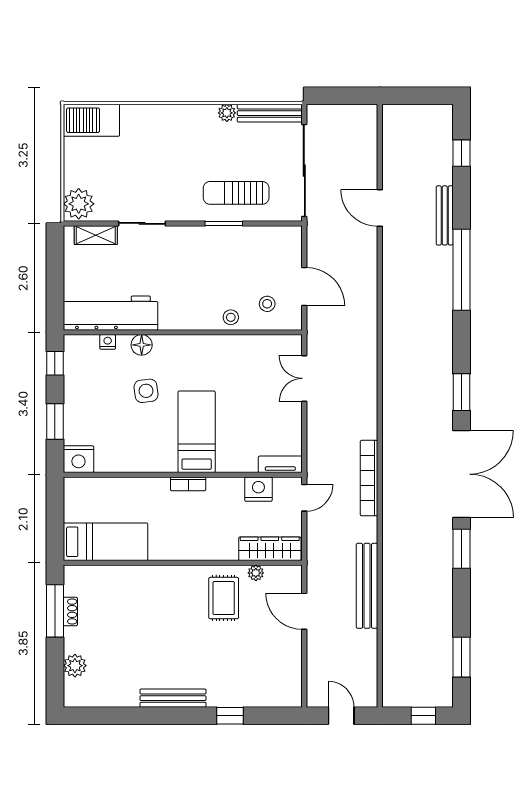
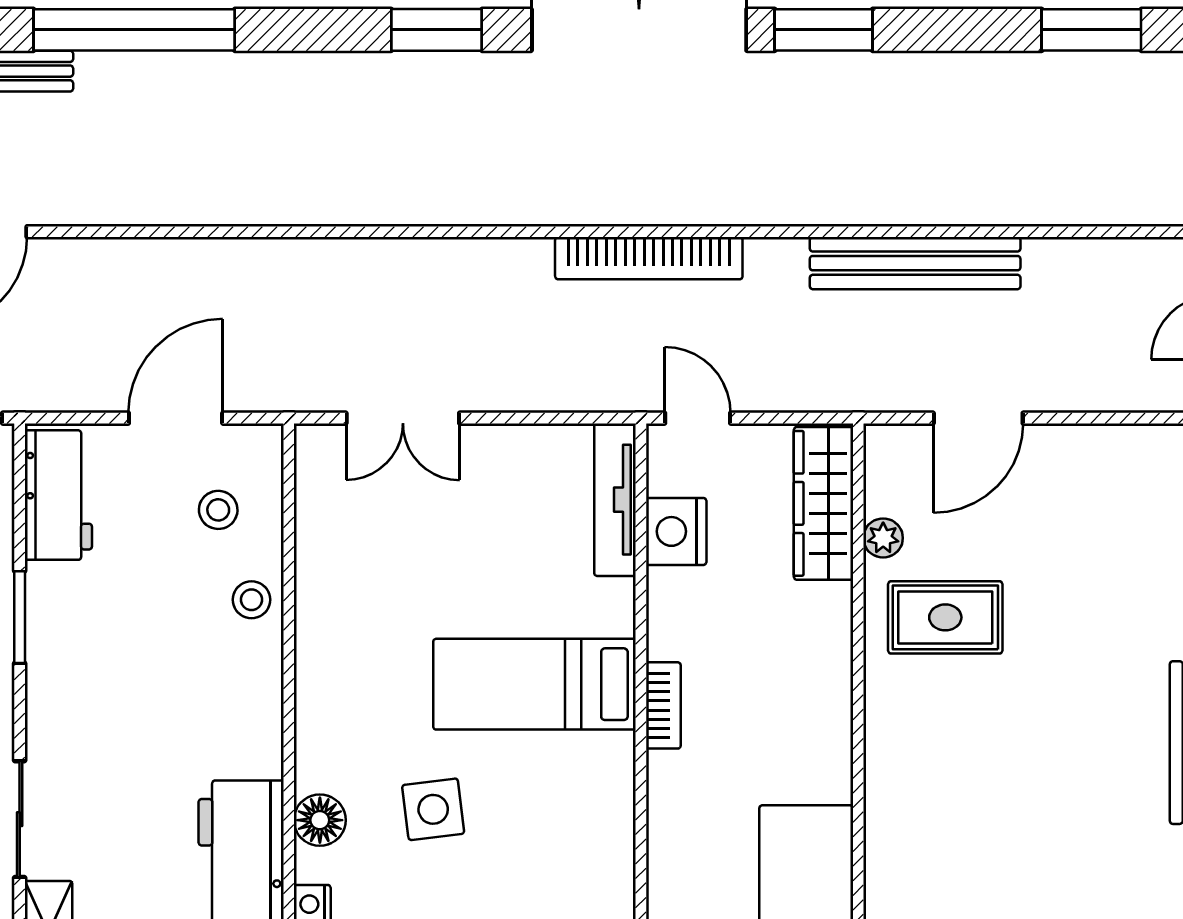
workbench: (273, 239) -> (58, 495), added
tv unit: (280, 464) -> (615, 500), width x1.41

